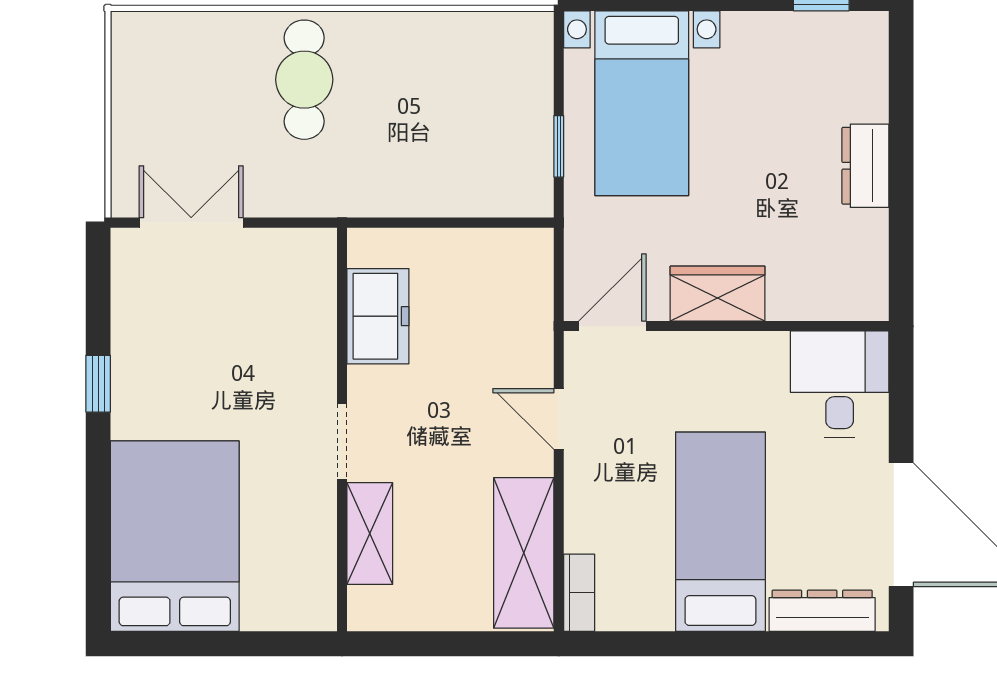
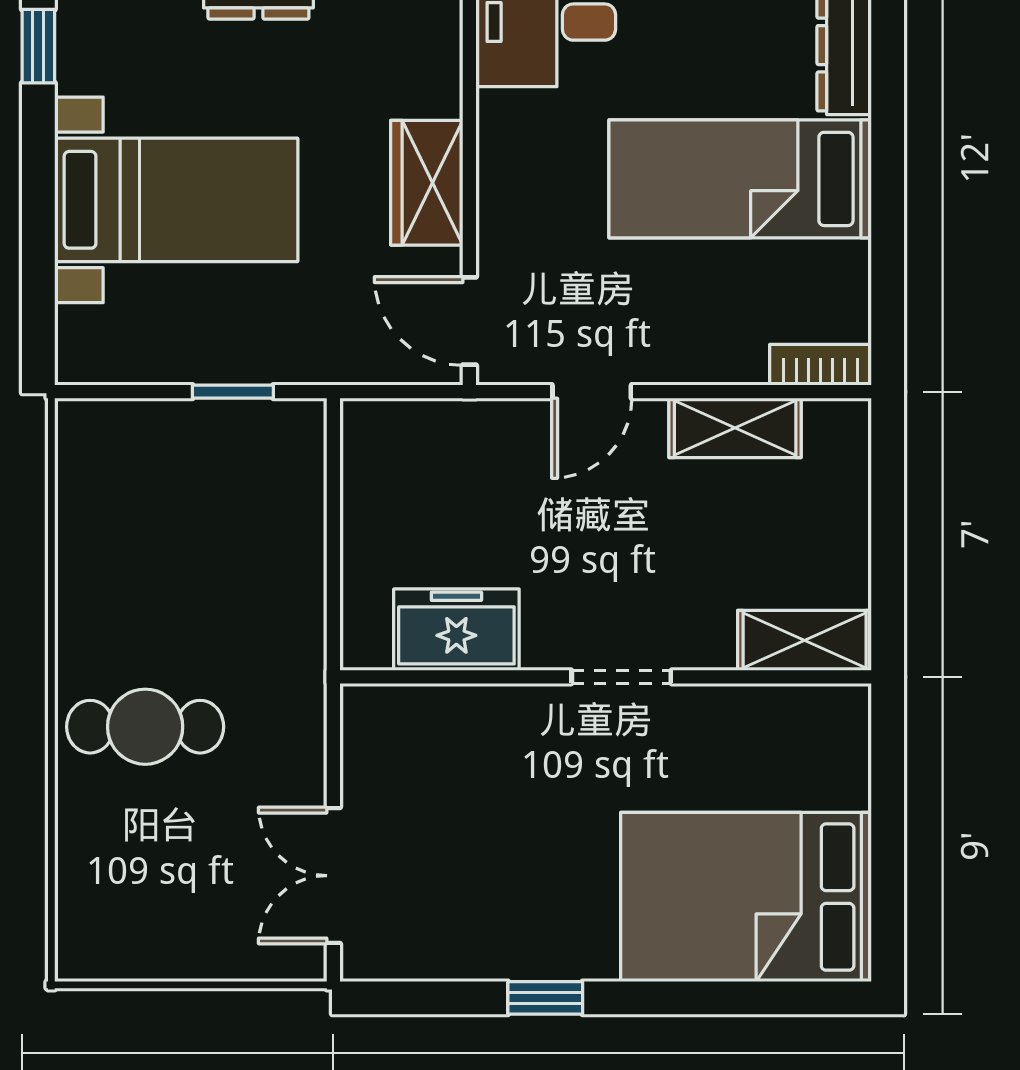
bed with nightstands: (642, 103) -> (176, 200), moved
shelving: (370, 533) -> (805, 640), moved
shelving: (524, 553) -> (735, 428), width x0.67, depth x0.75

